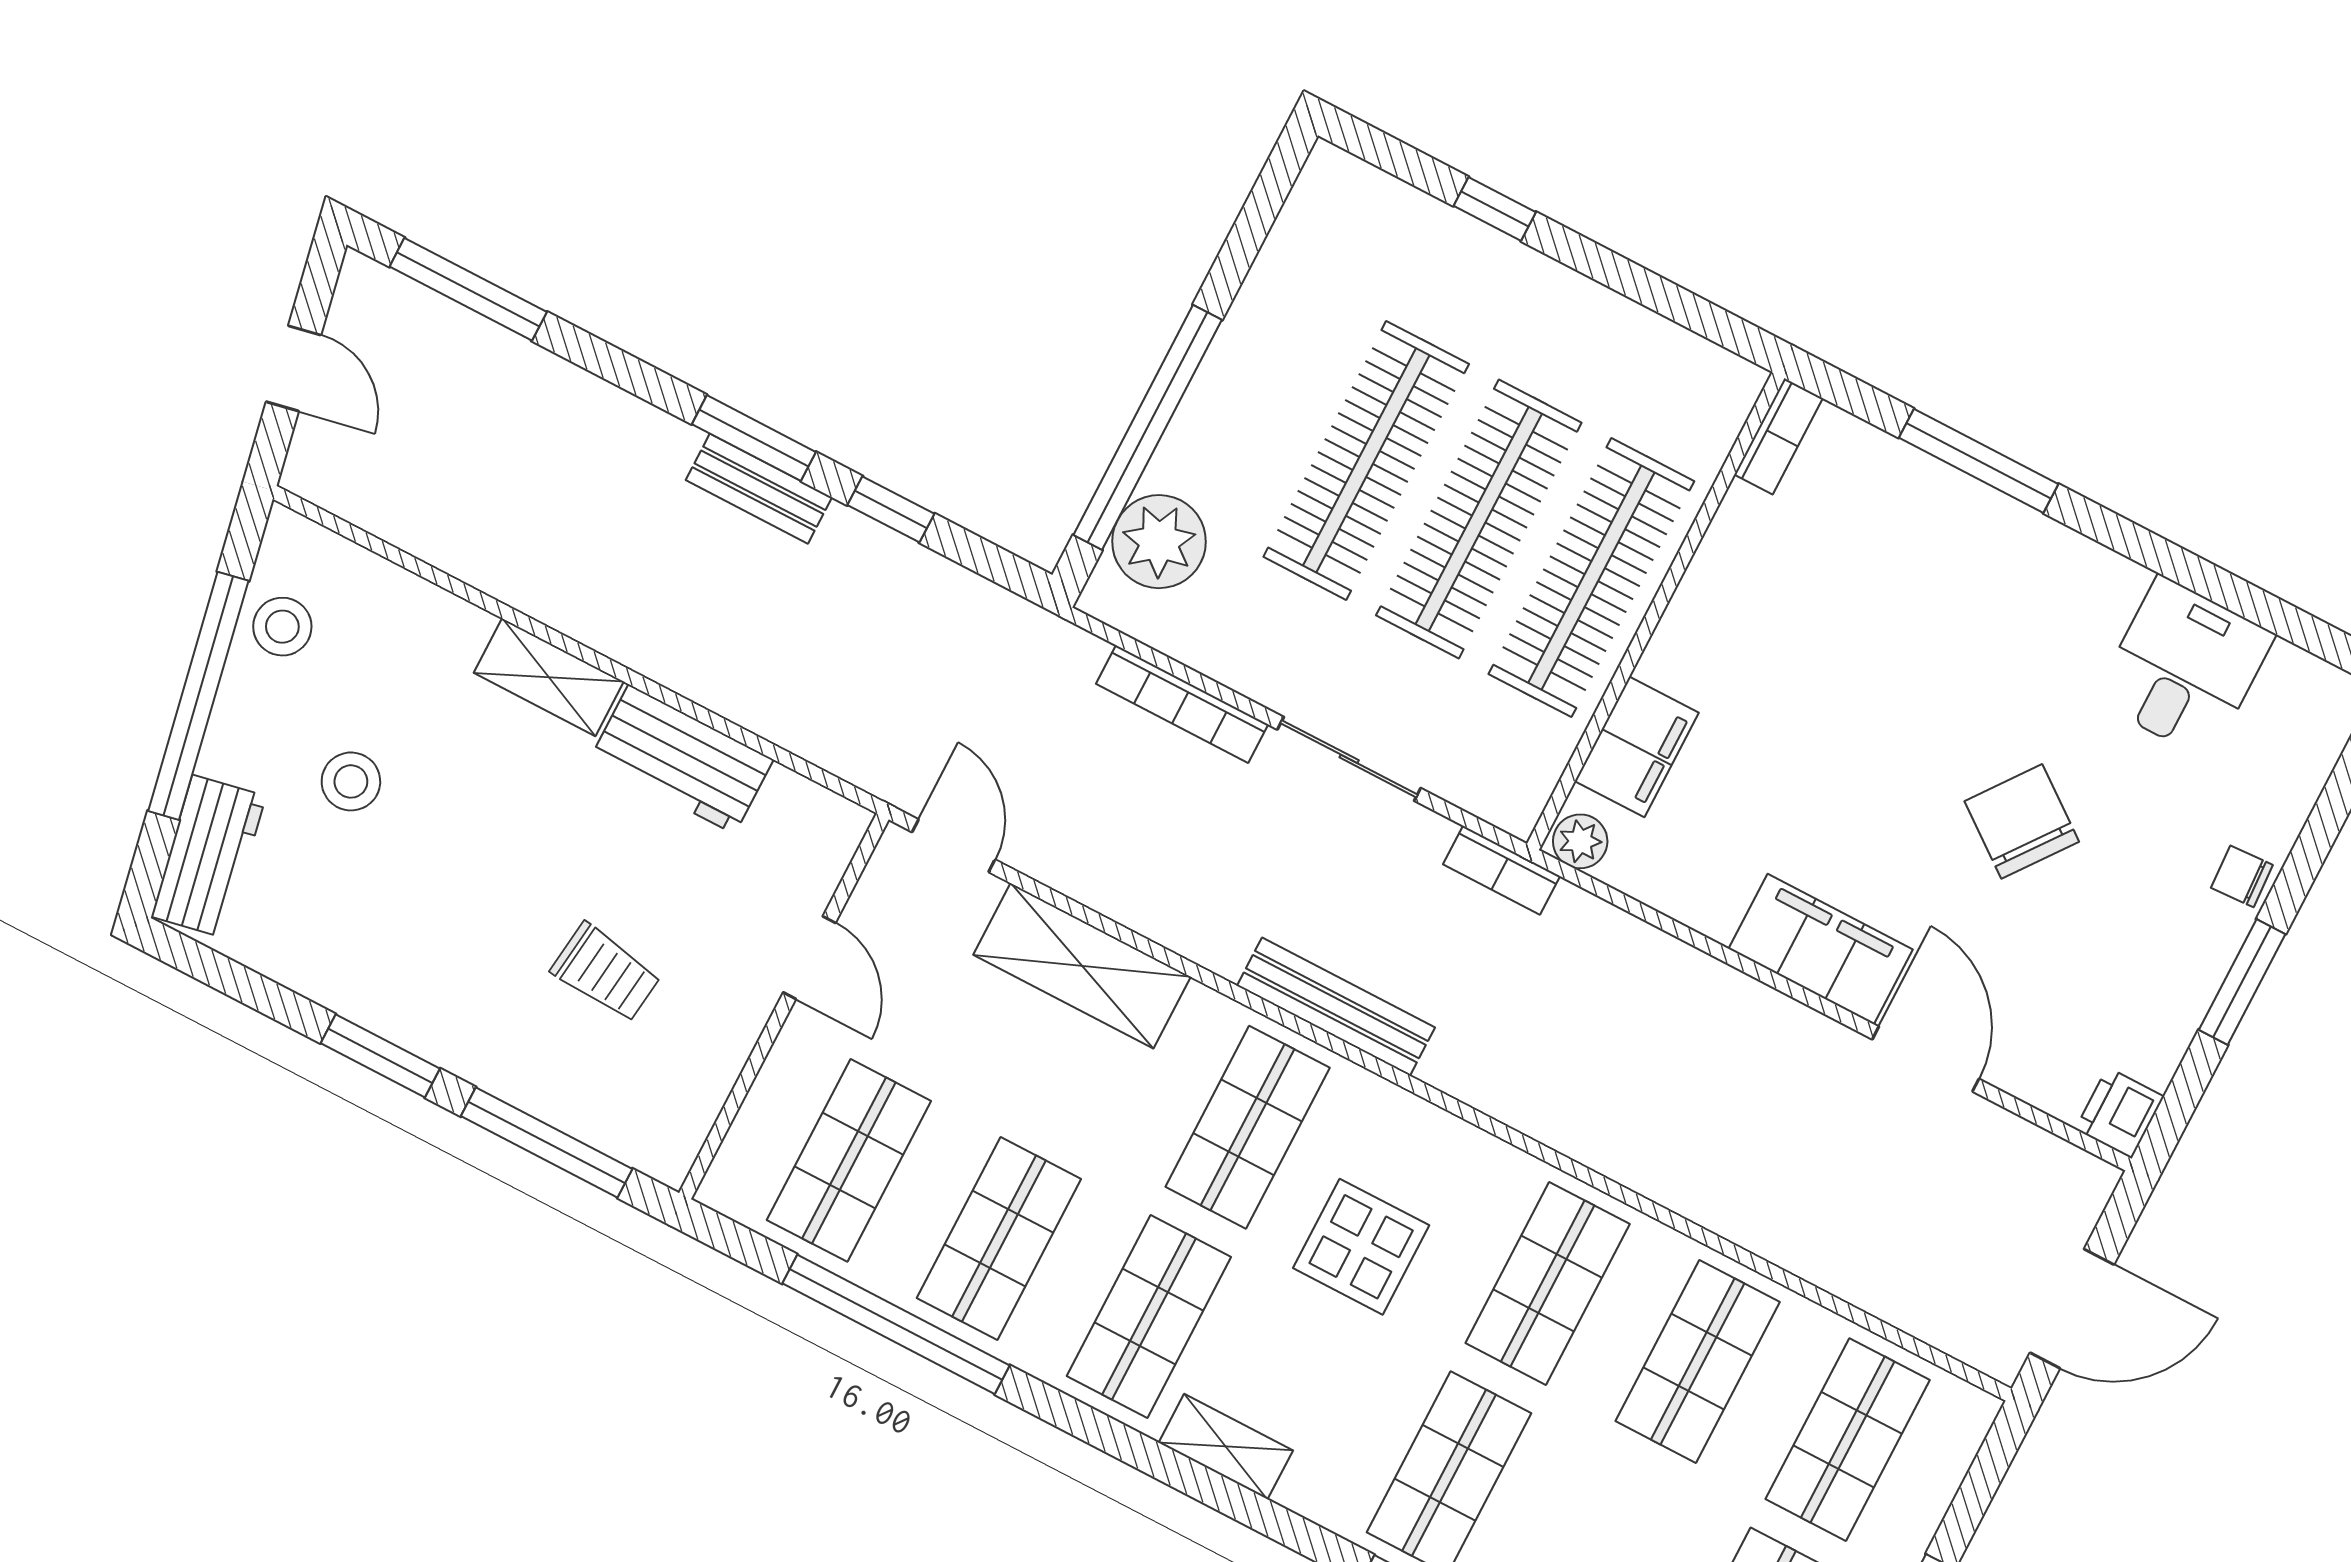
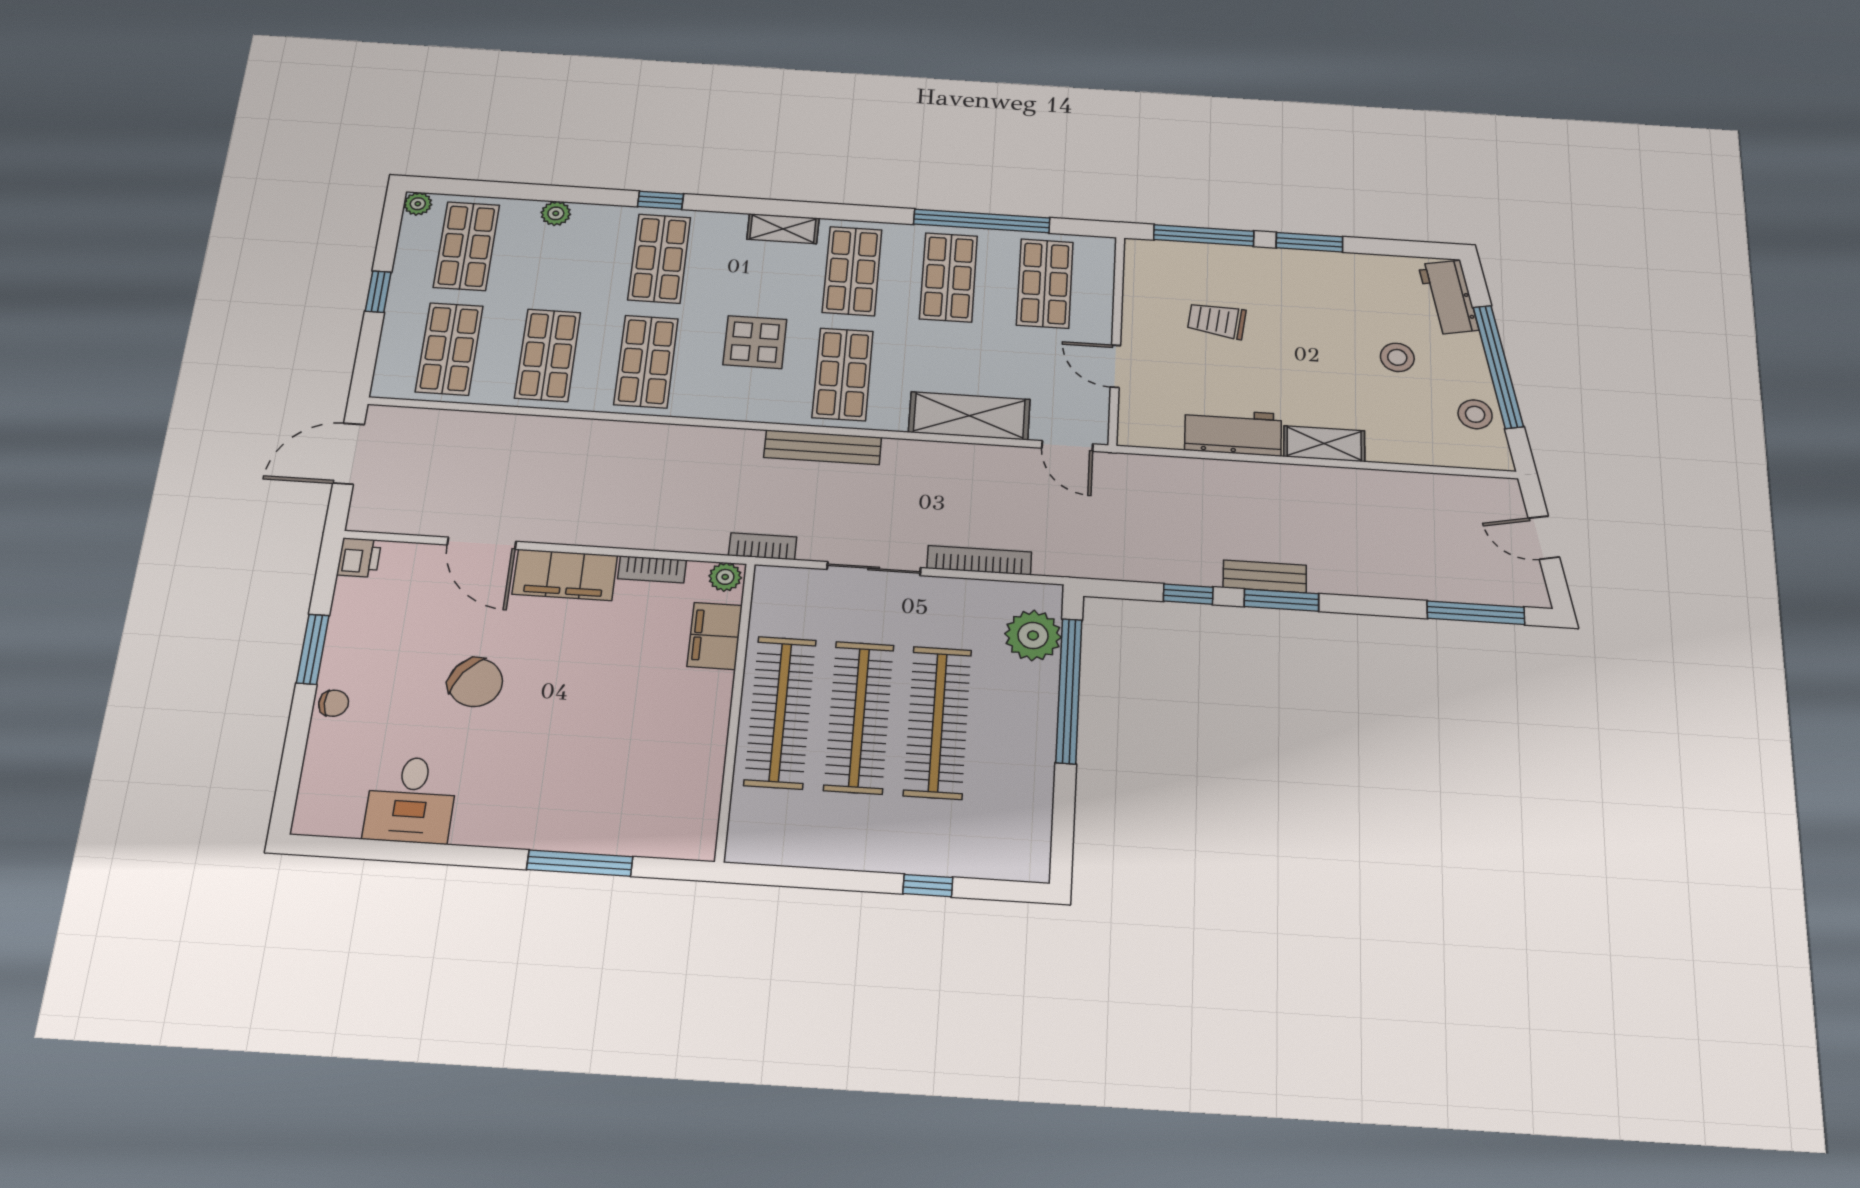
bookcase: (1779, 436) -> (652, 569), moved, turned -90

